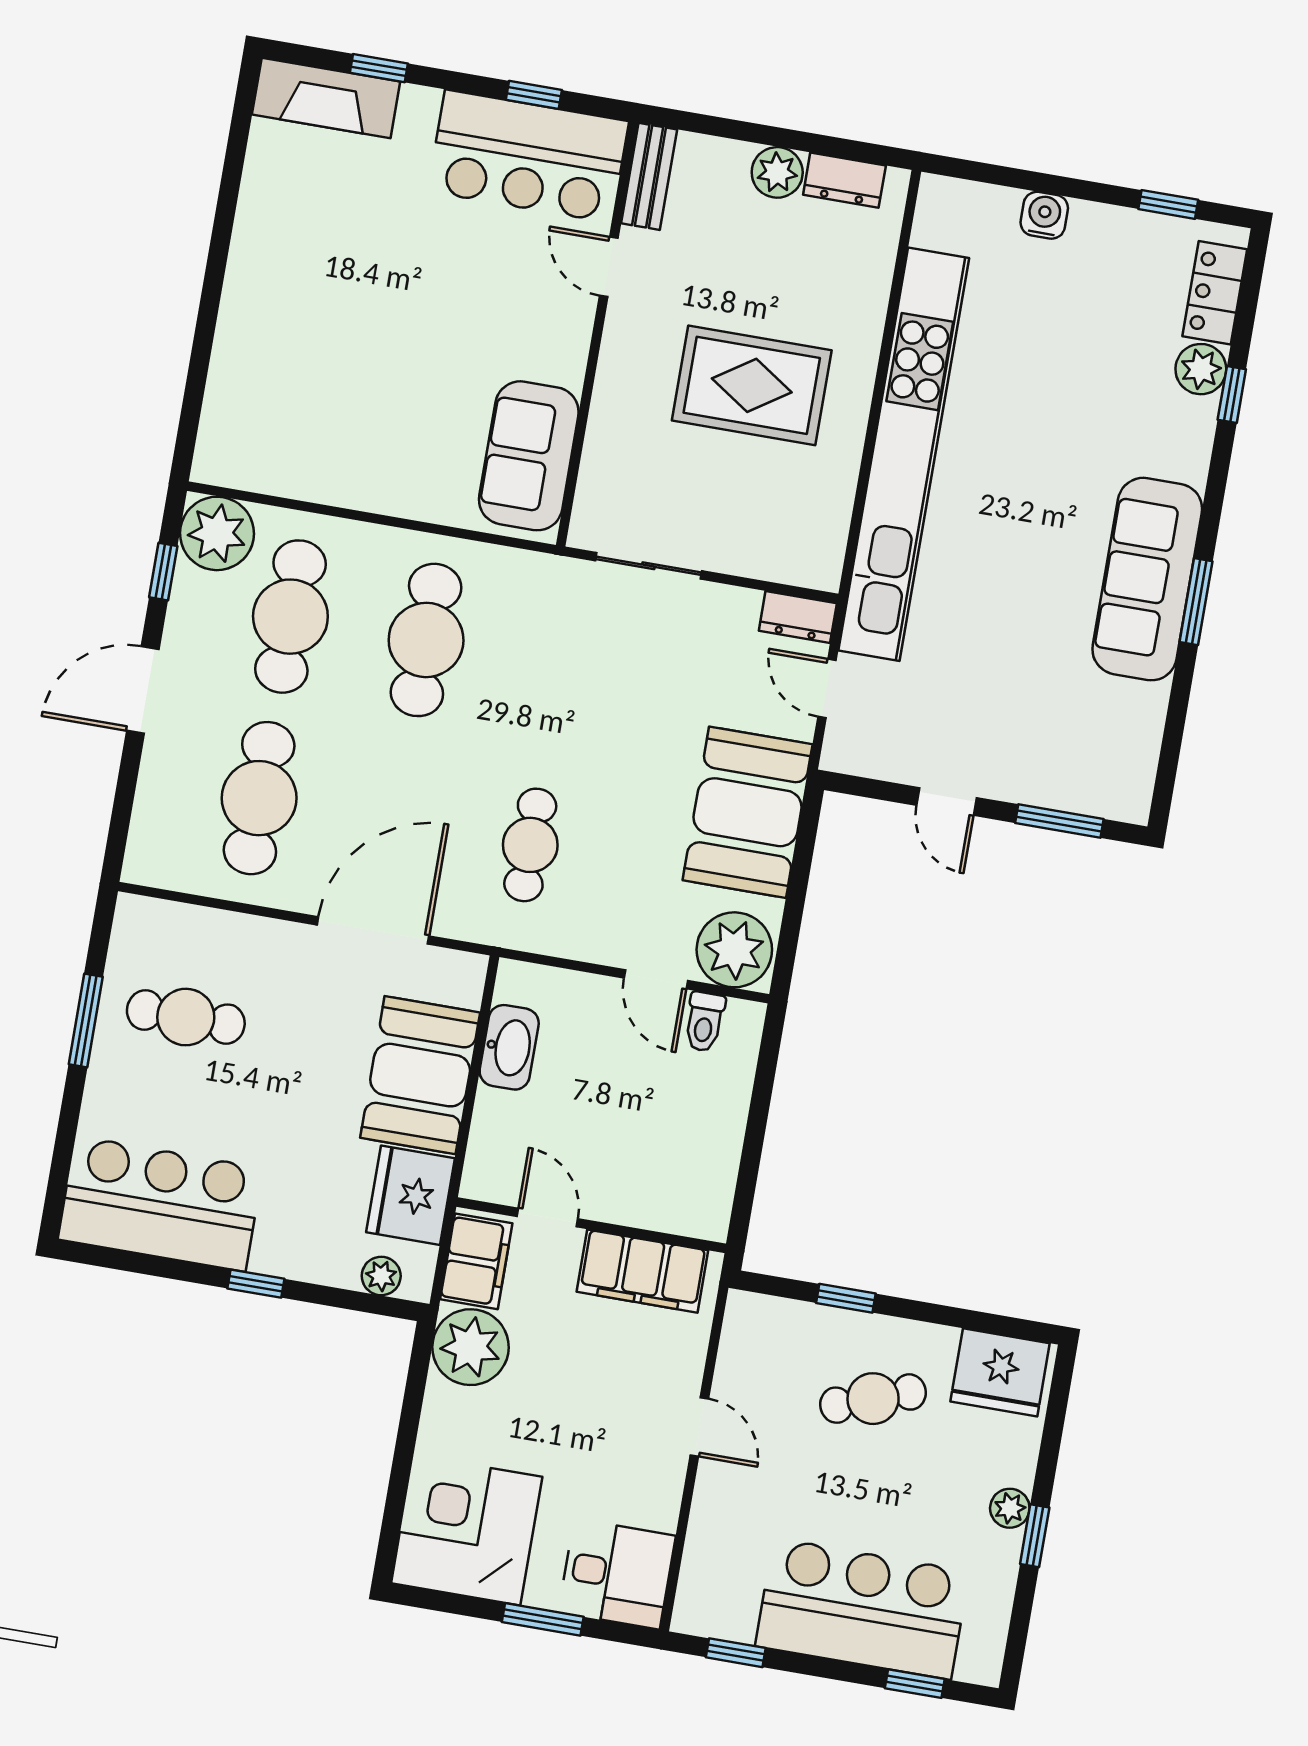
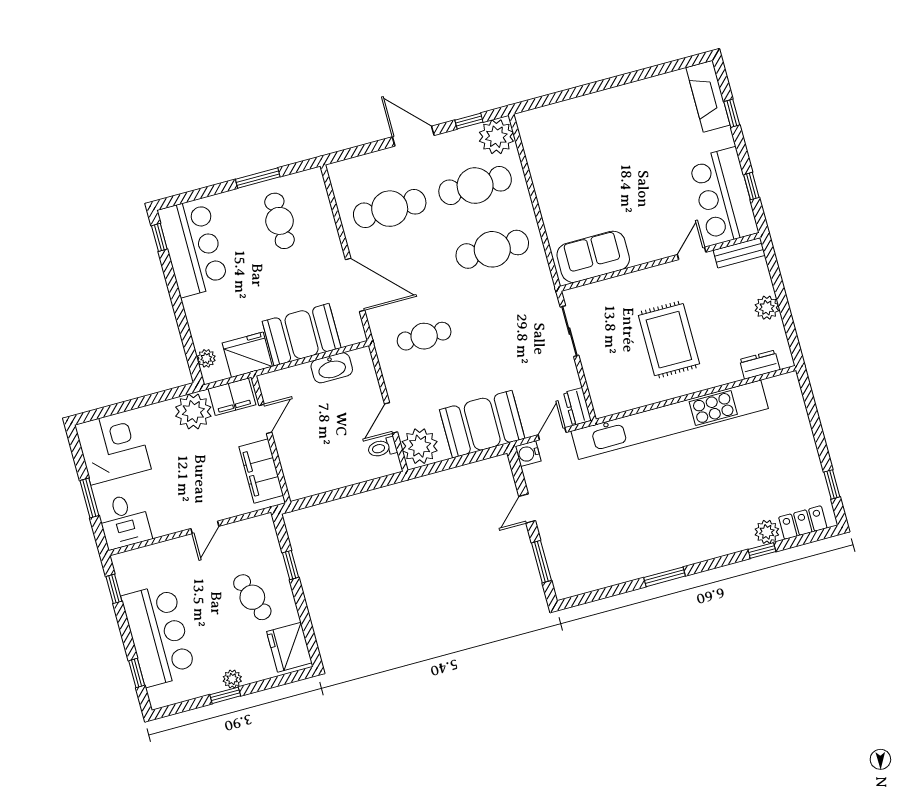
dresser: (844, 180) -> (760, 365), moved, turned 90
water cooler: (1044, 215) -> (528, 454), moved, turned 180
sofa: (1147, 579) -> (665, 551), removed
window: (256, 1284) -> (159, 237), moved

